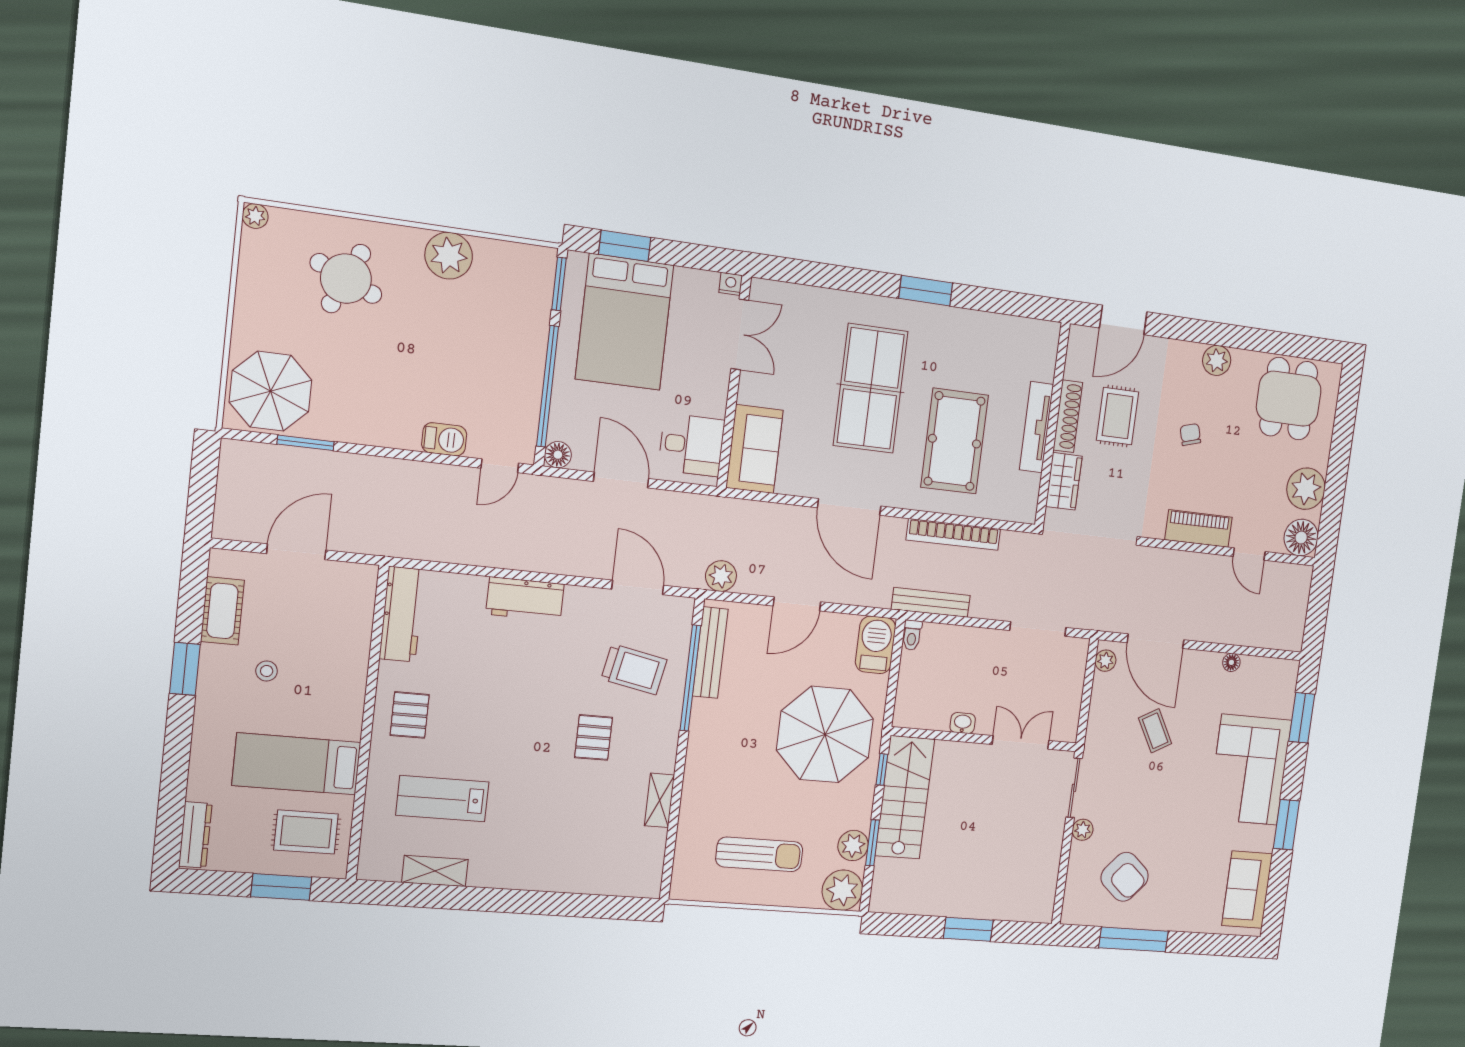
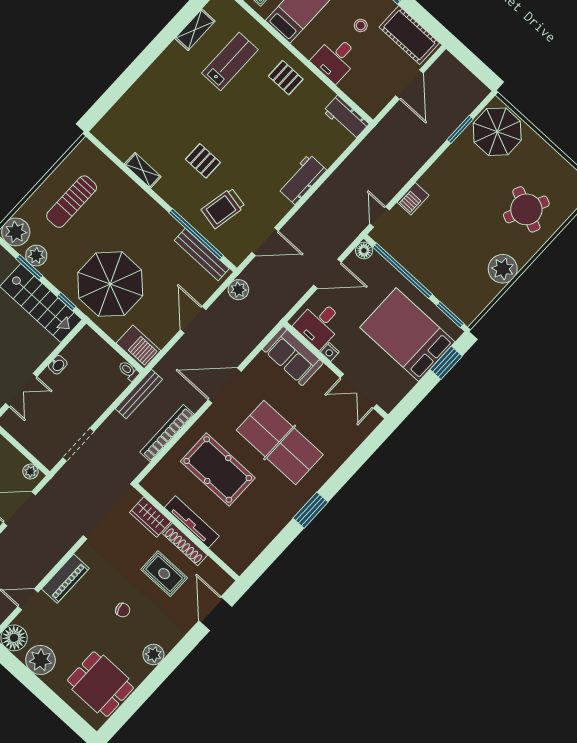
nightstand: (731, 284) -> (330, 352), moved, turned 90
cot: (222, 611) -> (409, 35), width x1.37, depth x1.34
workbench: (402, 614) -> (346, 118), width x0.73
desk: (336, 671) -> (335, 59), added

